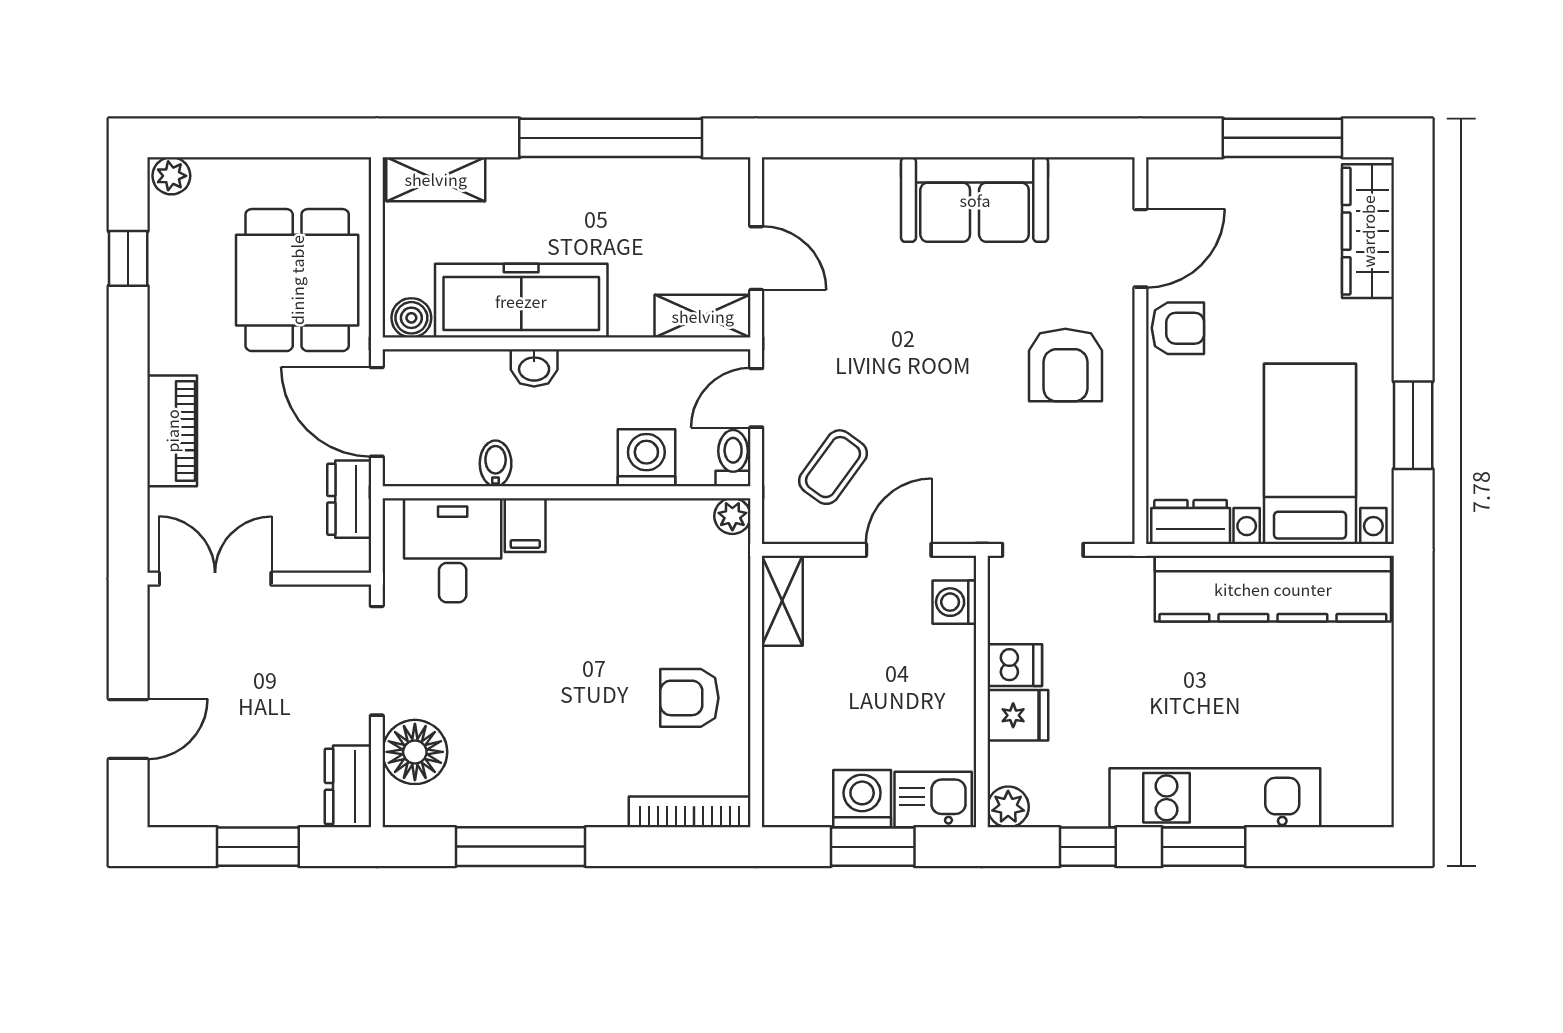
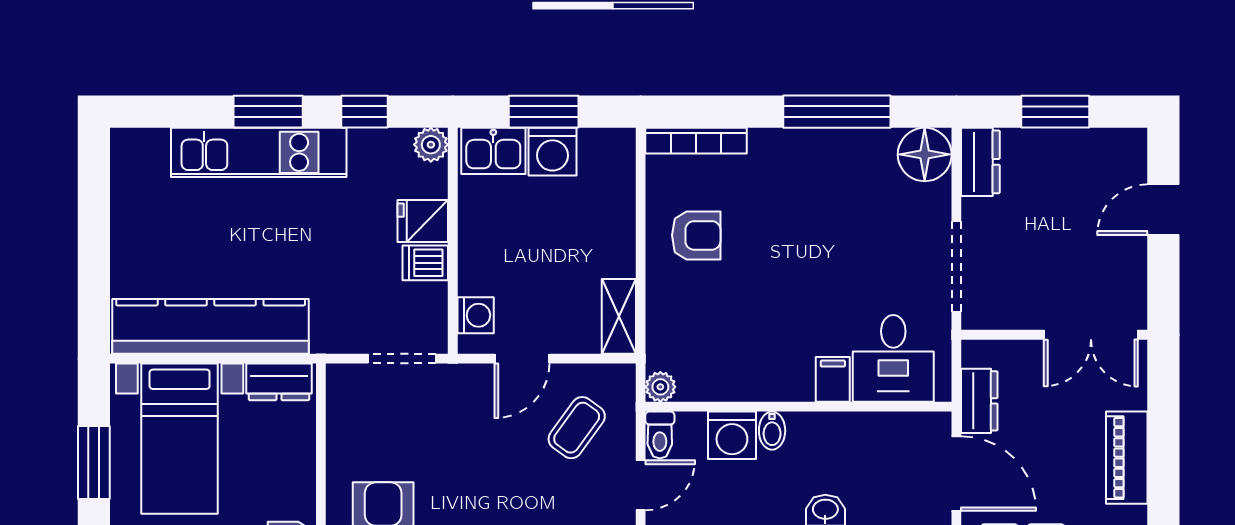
bidet: (496, 463) -> (772, 431), moved
floor lamp: (415, 752) -> (925, 154), moved

